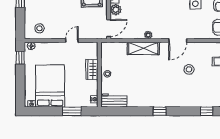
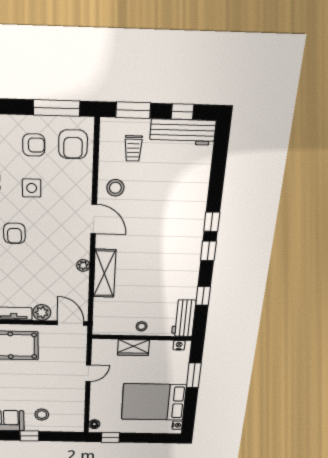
stool: (39, 28) -> (42, 415), moved
door: (72, 41) -> (88, 373), swing flipped
stool: (189, 69) -> (115, 188), moved
window: (130, 111) -> (203, 296), added
window: (207, 111) -> (212, 222), moved

